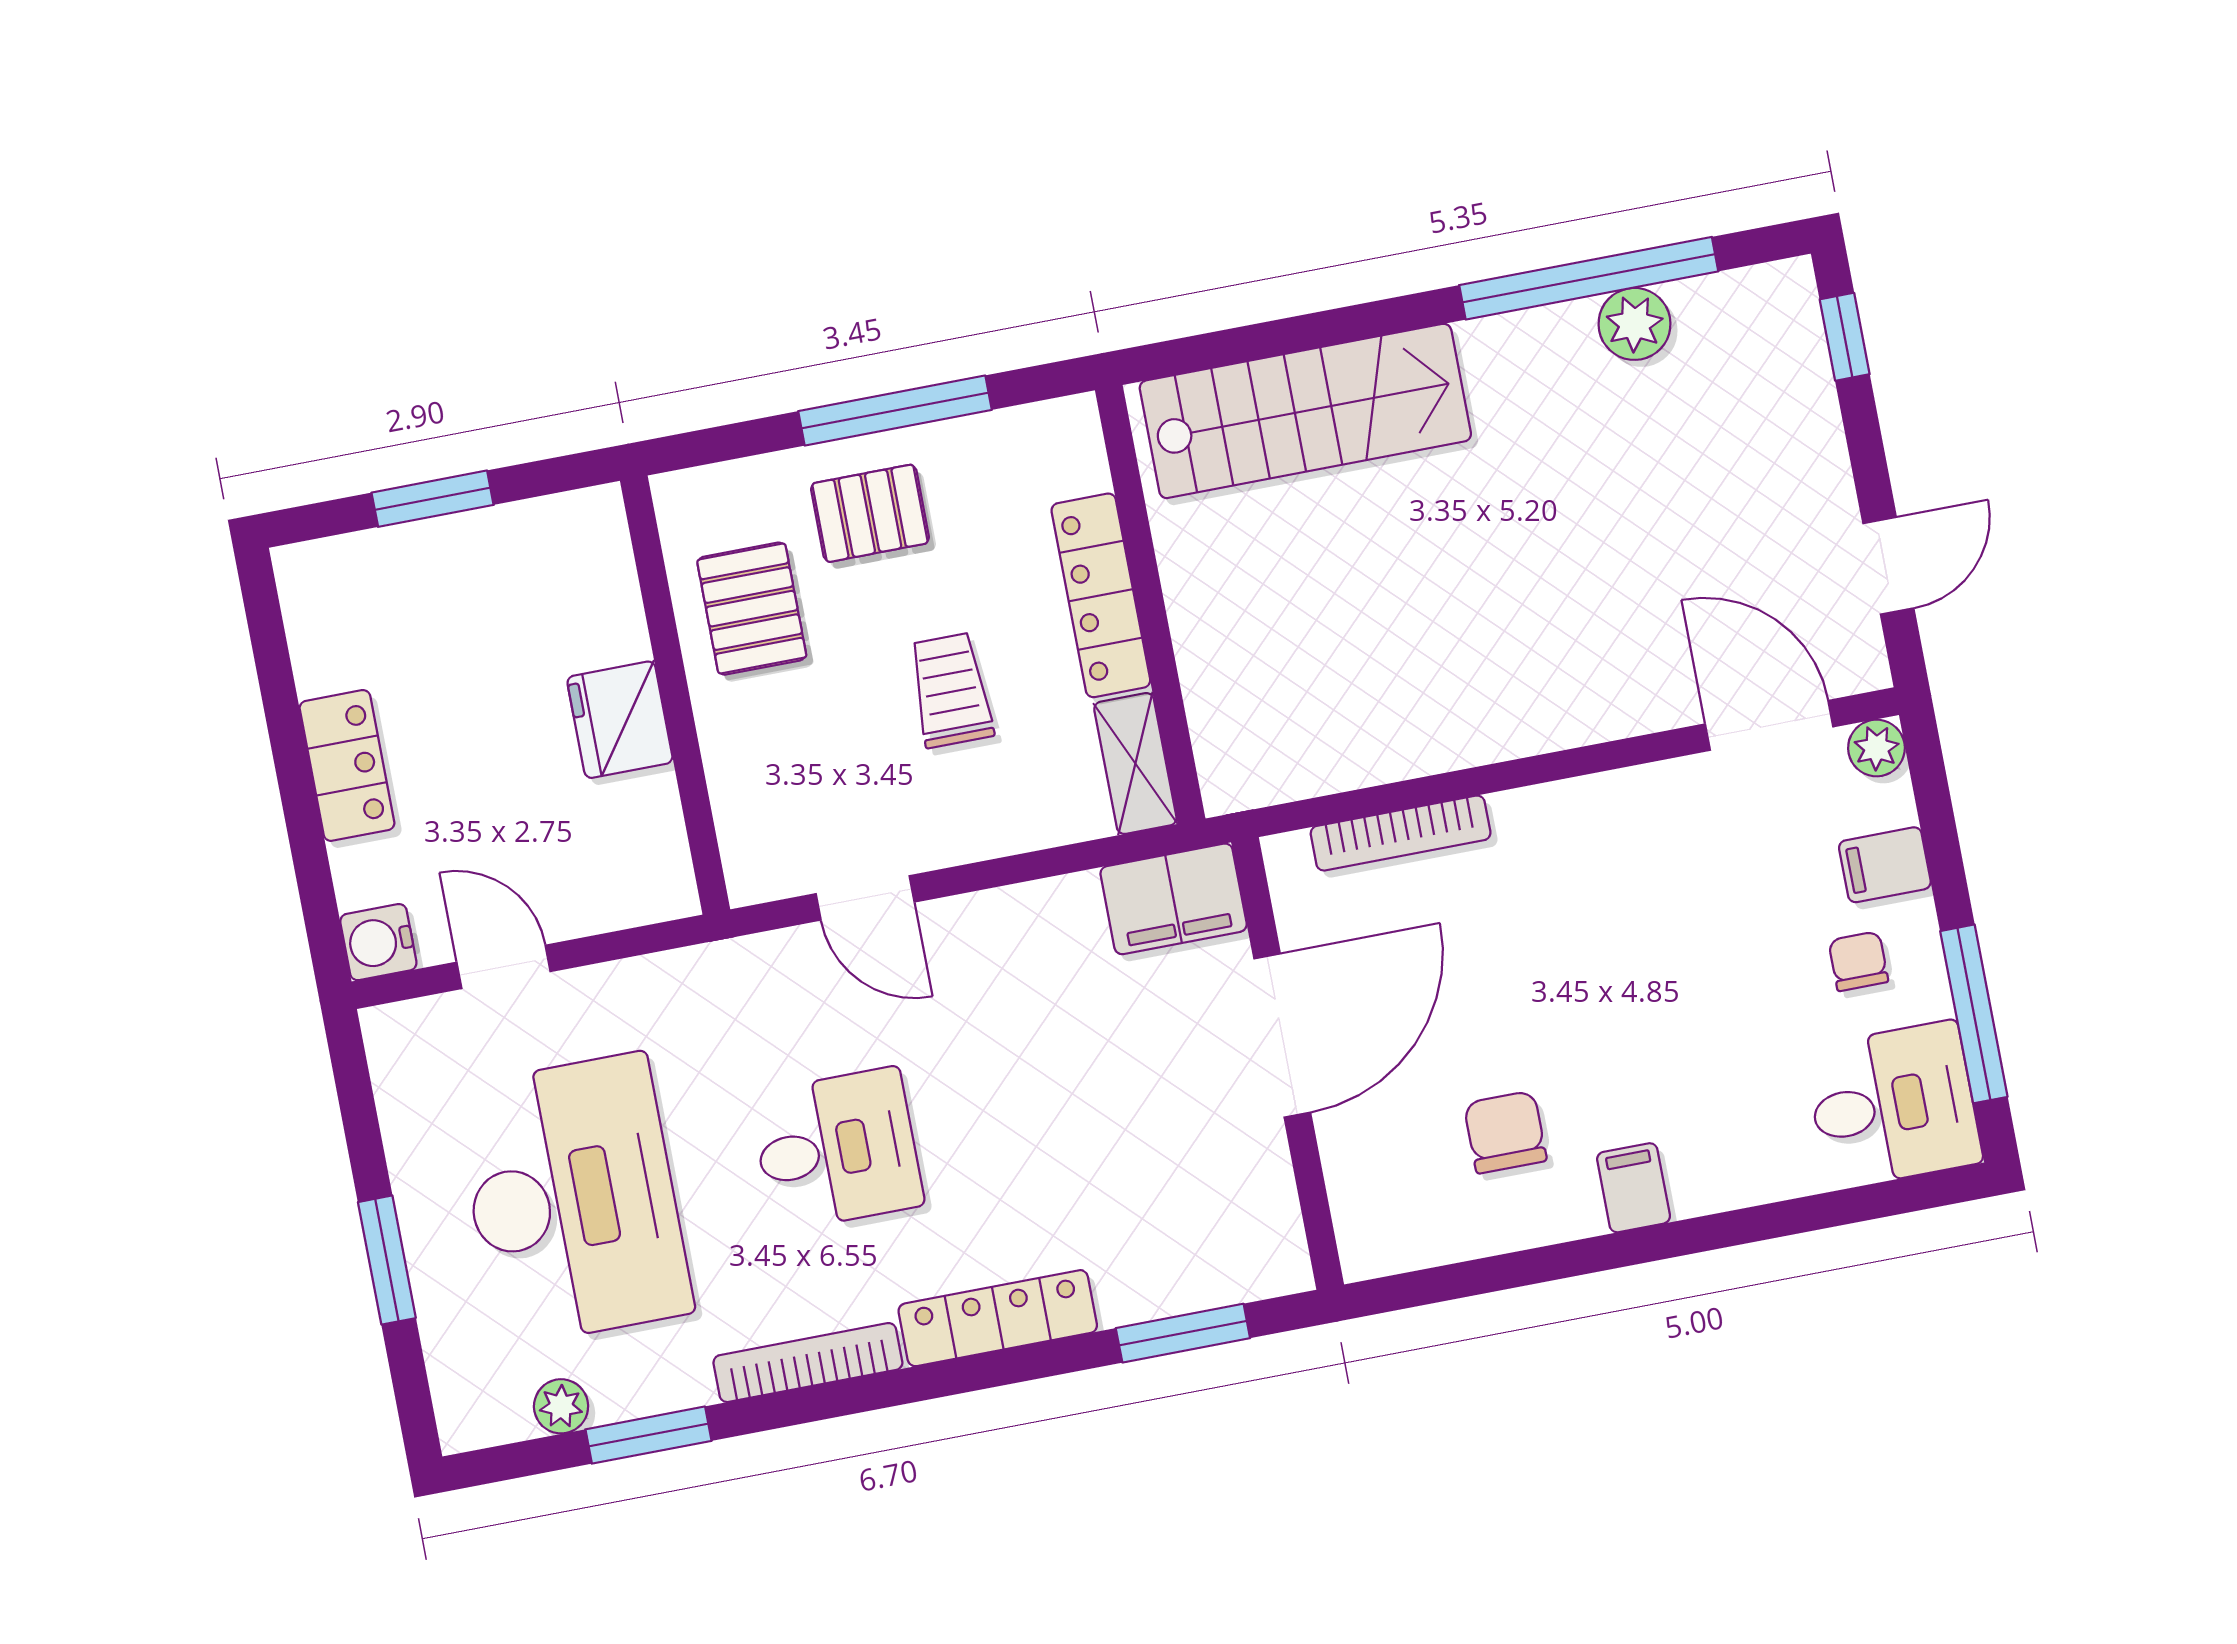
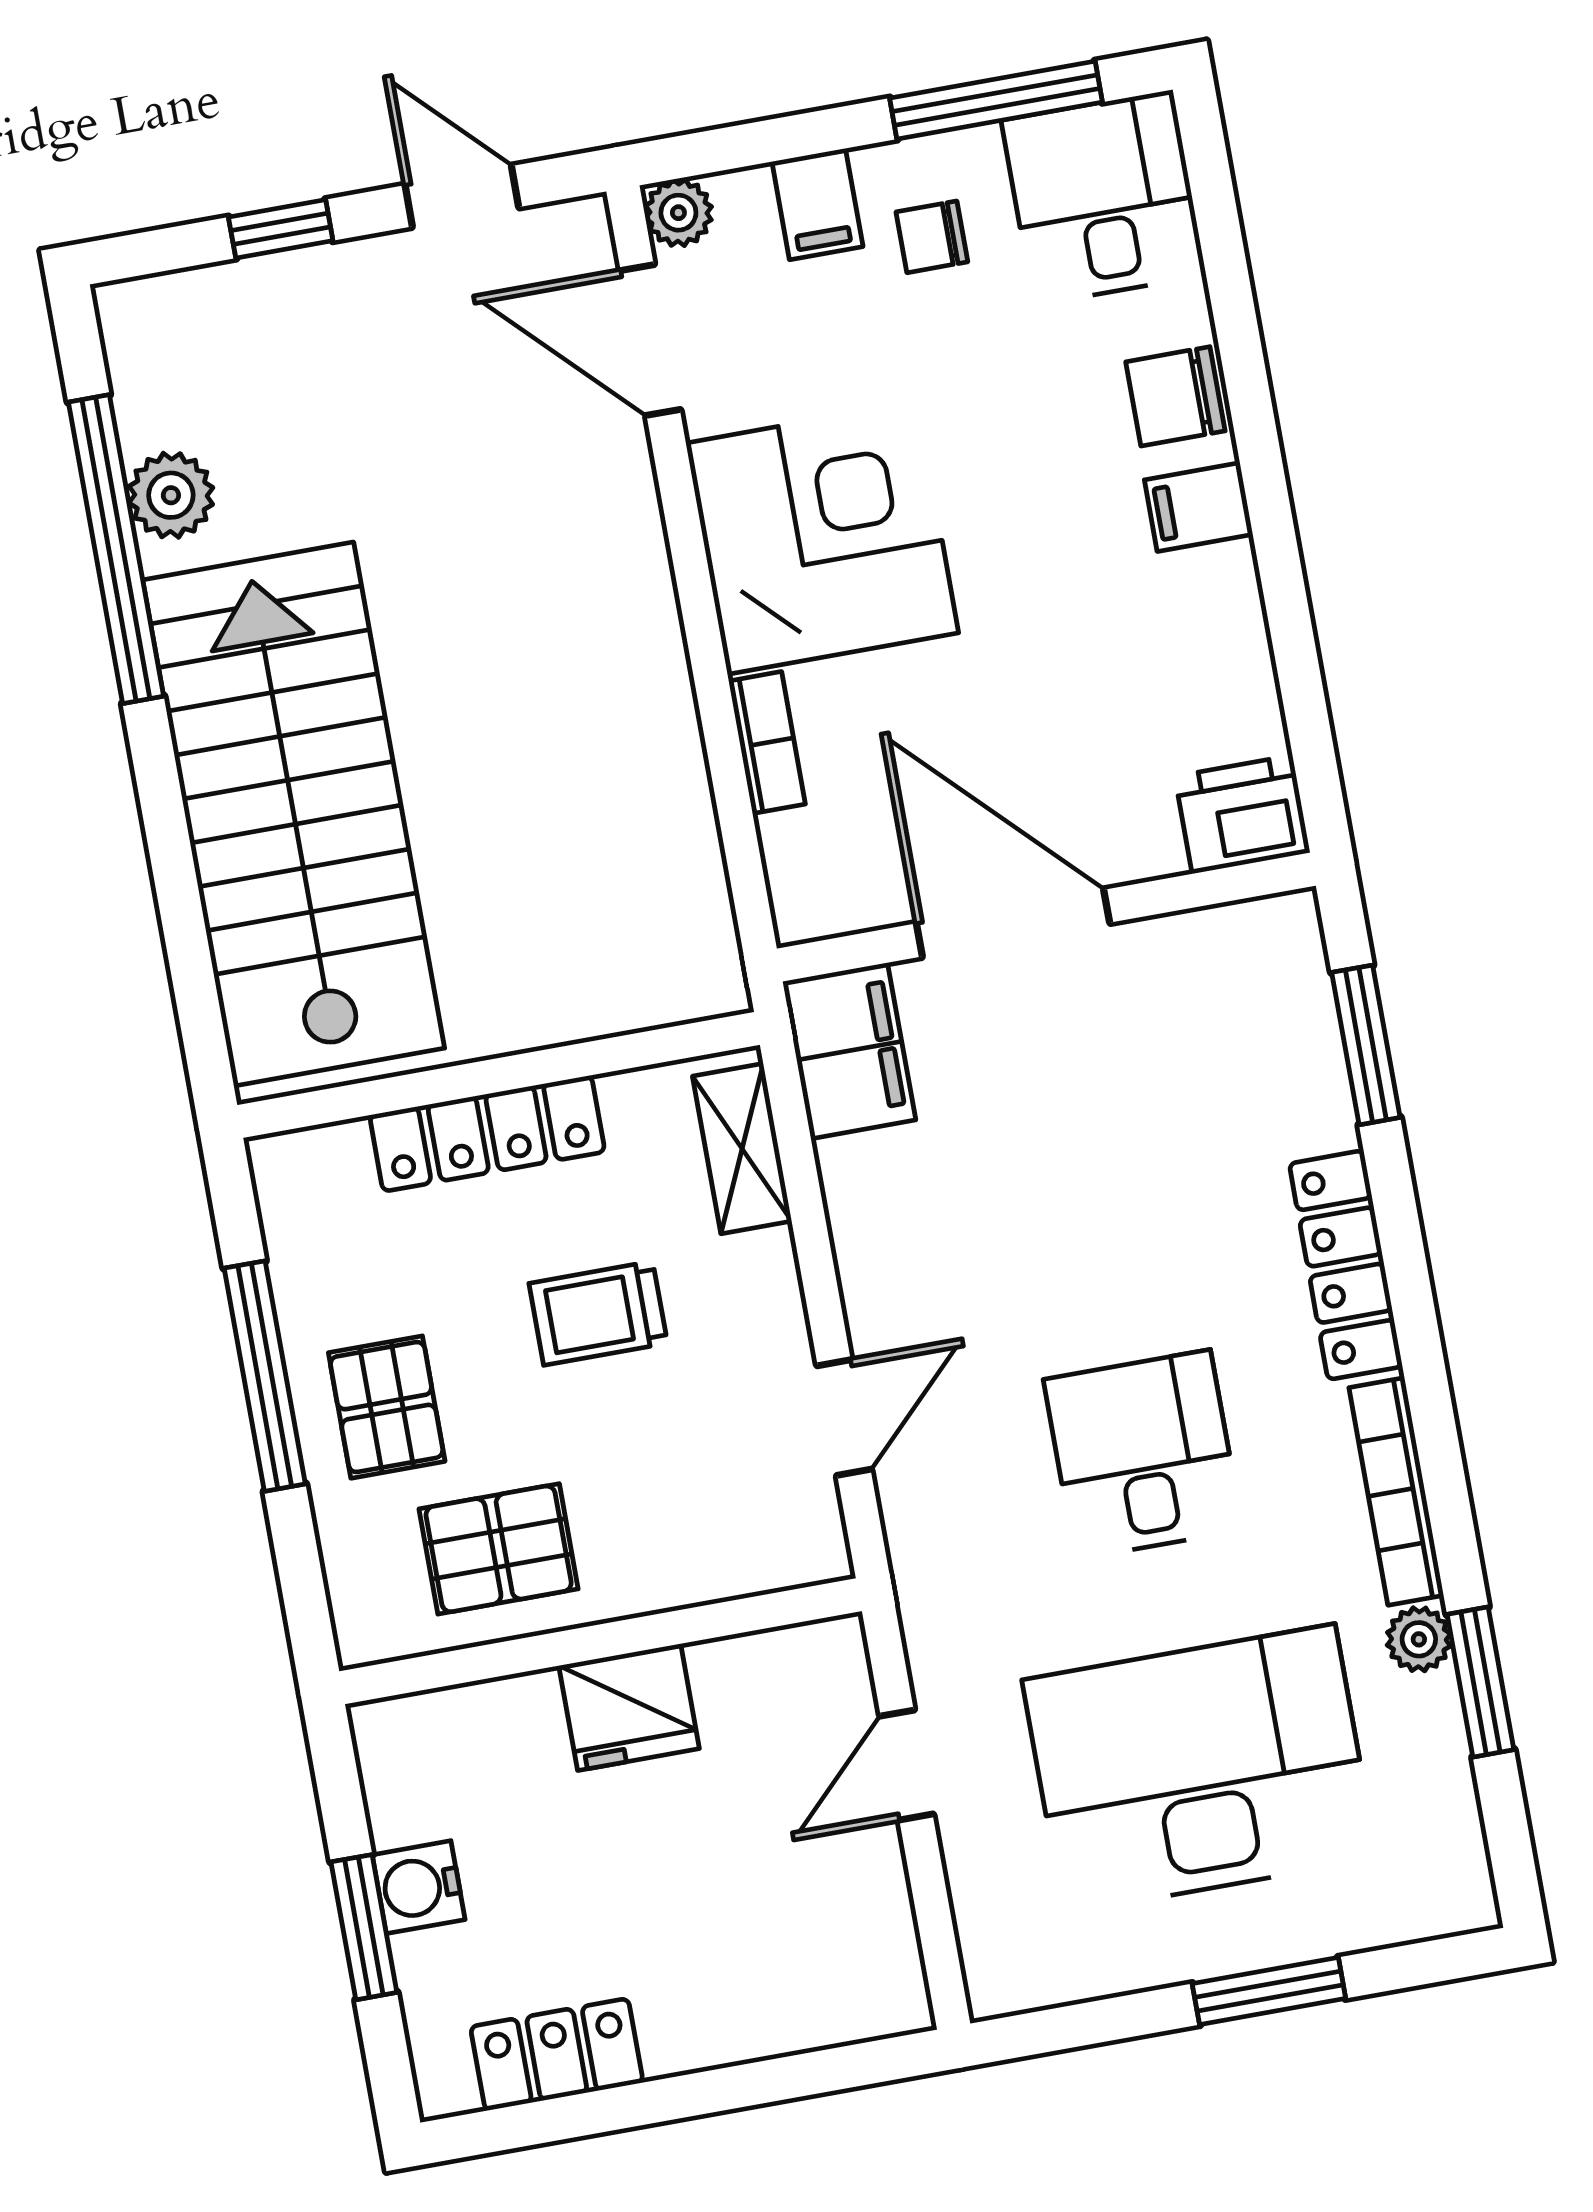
window: (1845, 337) -> (281, 229), moved
stairs: (1305, 411) -> (294, 814), width x1.36, depth x1.51
door: (1769, 725) -> (650, 340), hinge flipped
shelving: (1135, 764) -> (742, 1149), moved, turned 90
locker: (347, 765) -> (557, 2055), moved
bookcase: (1401, 833) -> (767, 743), width x0.64
corner desk: (1604, 872) -> (822, 538), added
water cooler: (378, 942) -> (419, 1887), moved, turned 90
door: (504, 967) -> (907, 1765), moved
chair: (1505, 1132) -> (1175, 396), moved
printer: (1376, 1227) -> (1242, 815), added
plant: (561, 1406) -> (1419, 1639), moved

